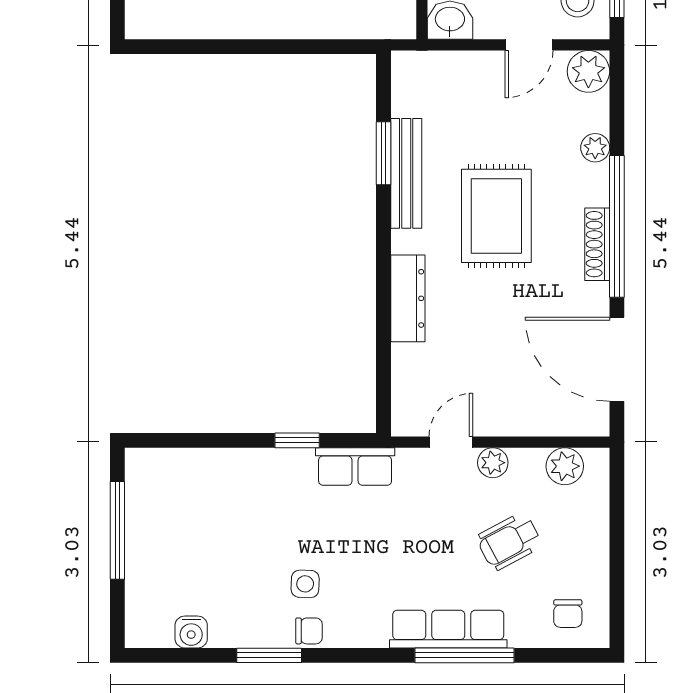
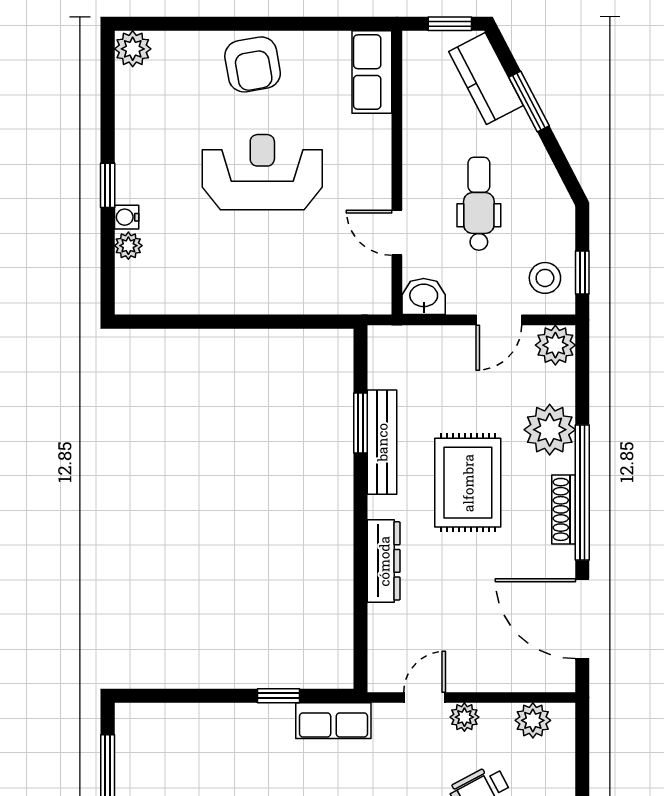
plant: (595, 148) -> (550, 430), width x1.88, depth x1.88

